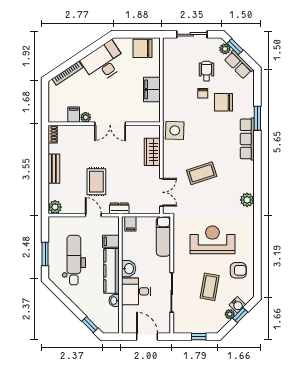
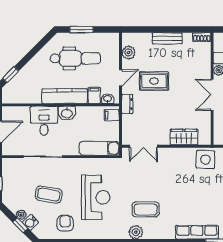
coffee table: (202, 173) -> (146, 209), moved, turned -72
plant: (55, 207) -> (129, 52), moved
armchair: (238, 270) -> (65, 223), turned 180
washbasin: (114, 301) -> (108, 99), moved

